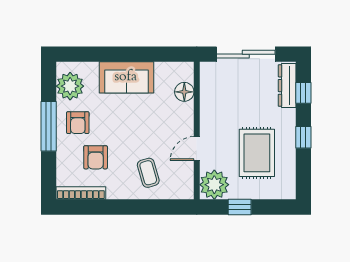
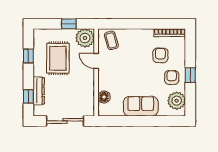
dresser: (287, 86) -> (39, 91), moved
window: (49, 126) -> (190, 75), width x0.46
window: (303, 137) -> (28, 56), moved
door: (197, 149) -> (96, 61), swing flipped
coffee table: (148, 173) -> (111, 40), moved

